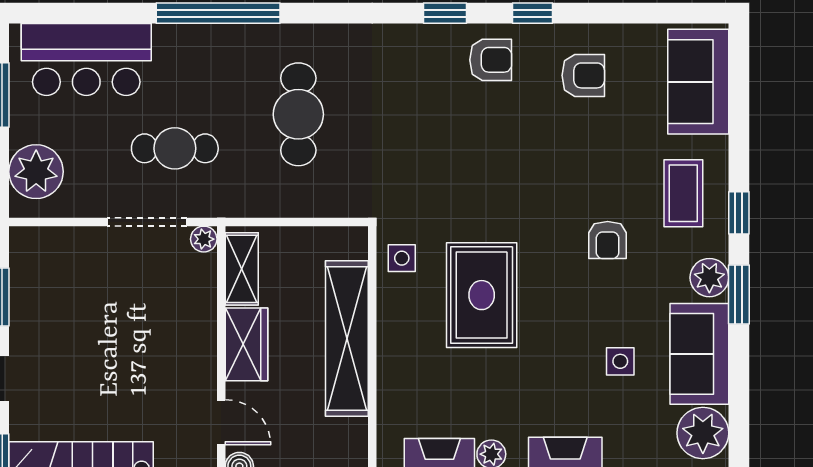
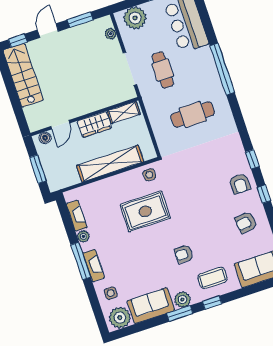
armchair: (583, 75) -> (246, 223), turned 83
plant: (204, 239) -> (111, 34), moved
side table: (620, 361) -> (111, 293), moved

